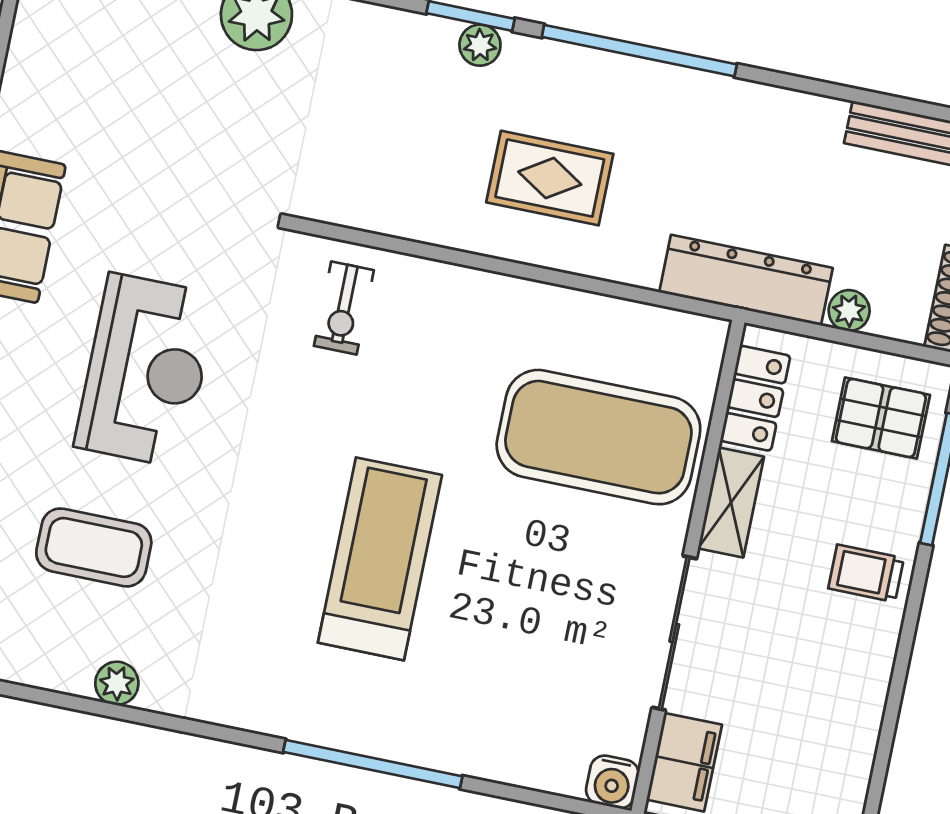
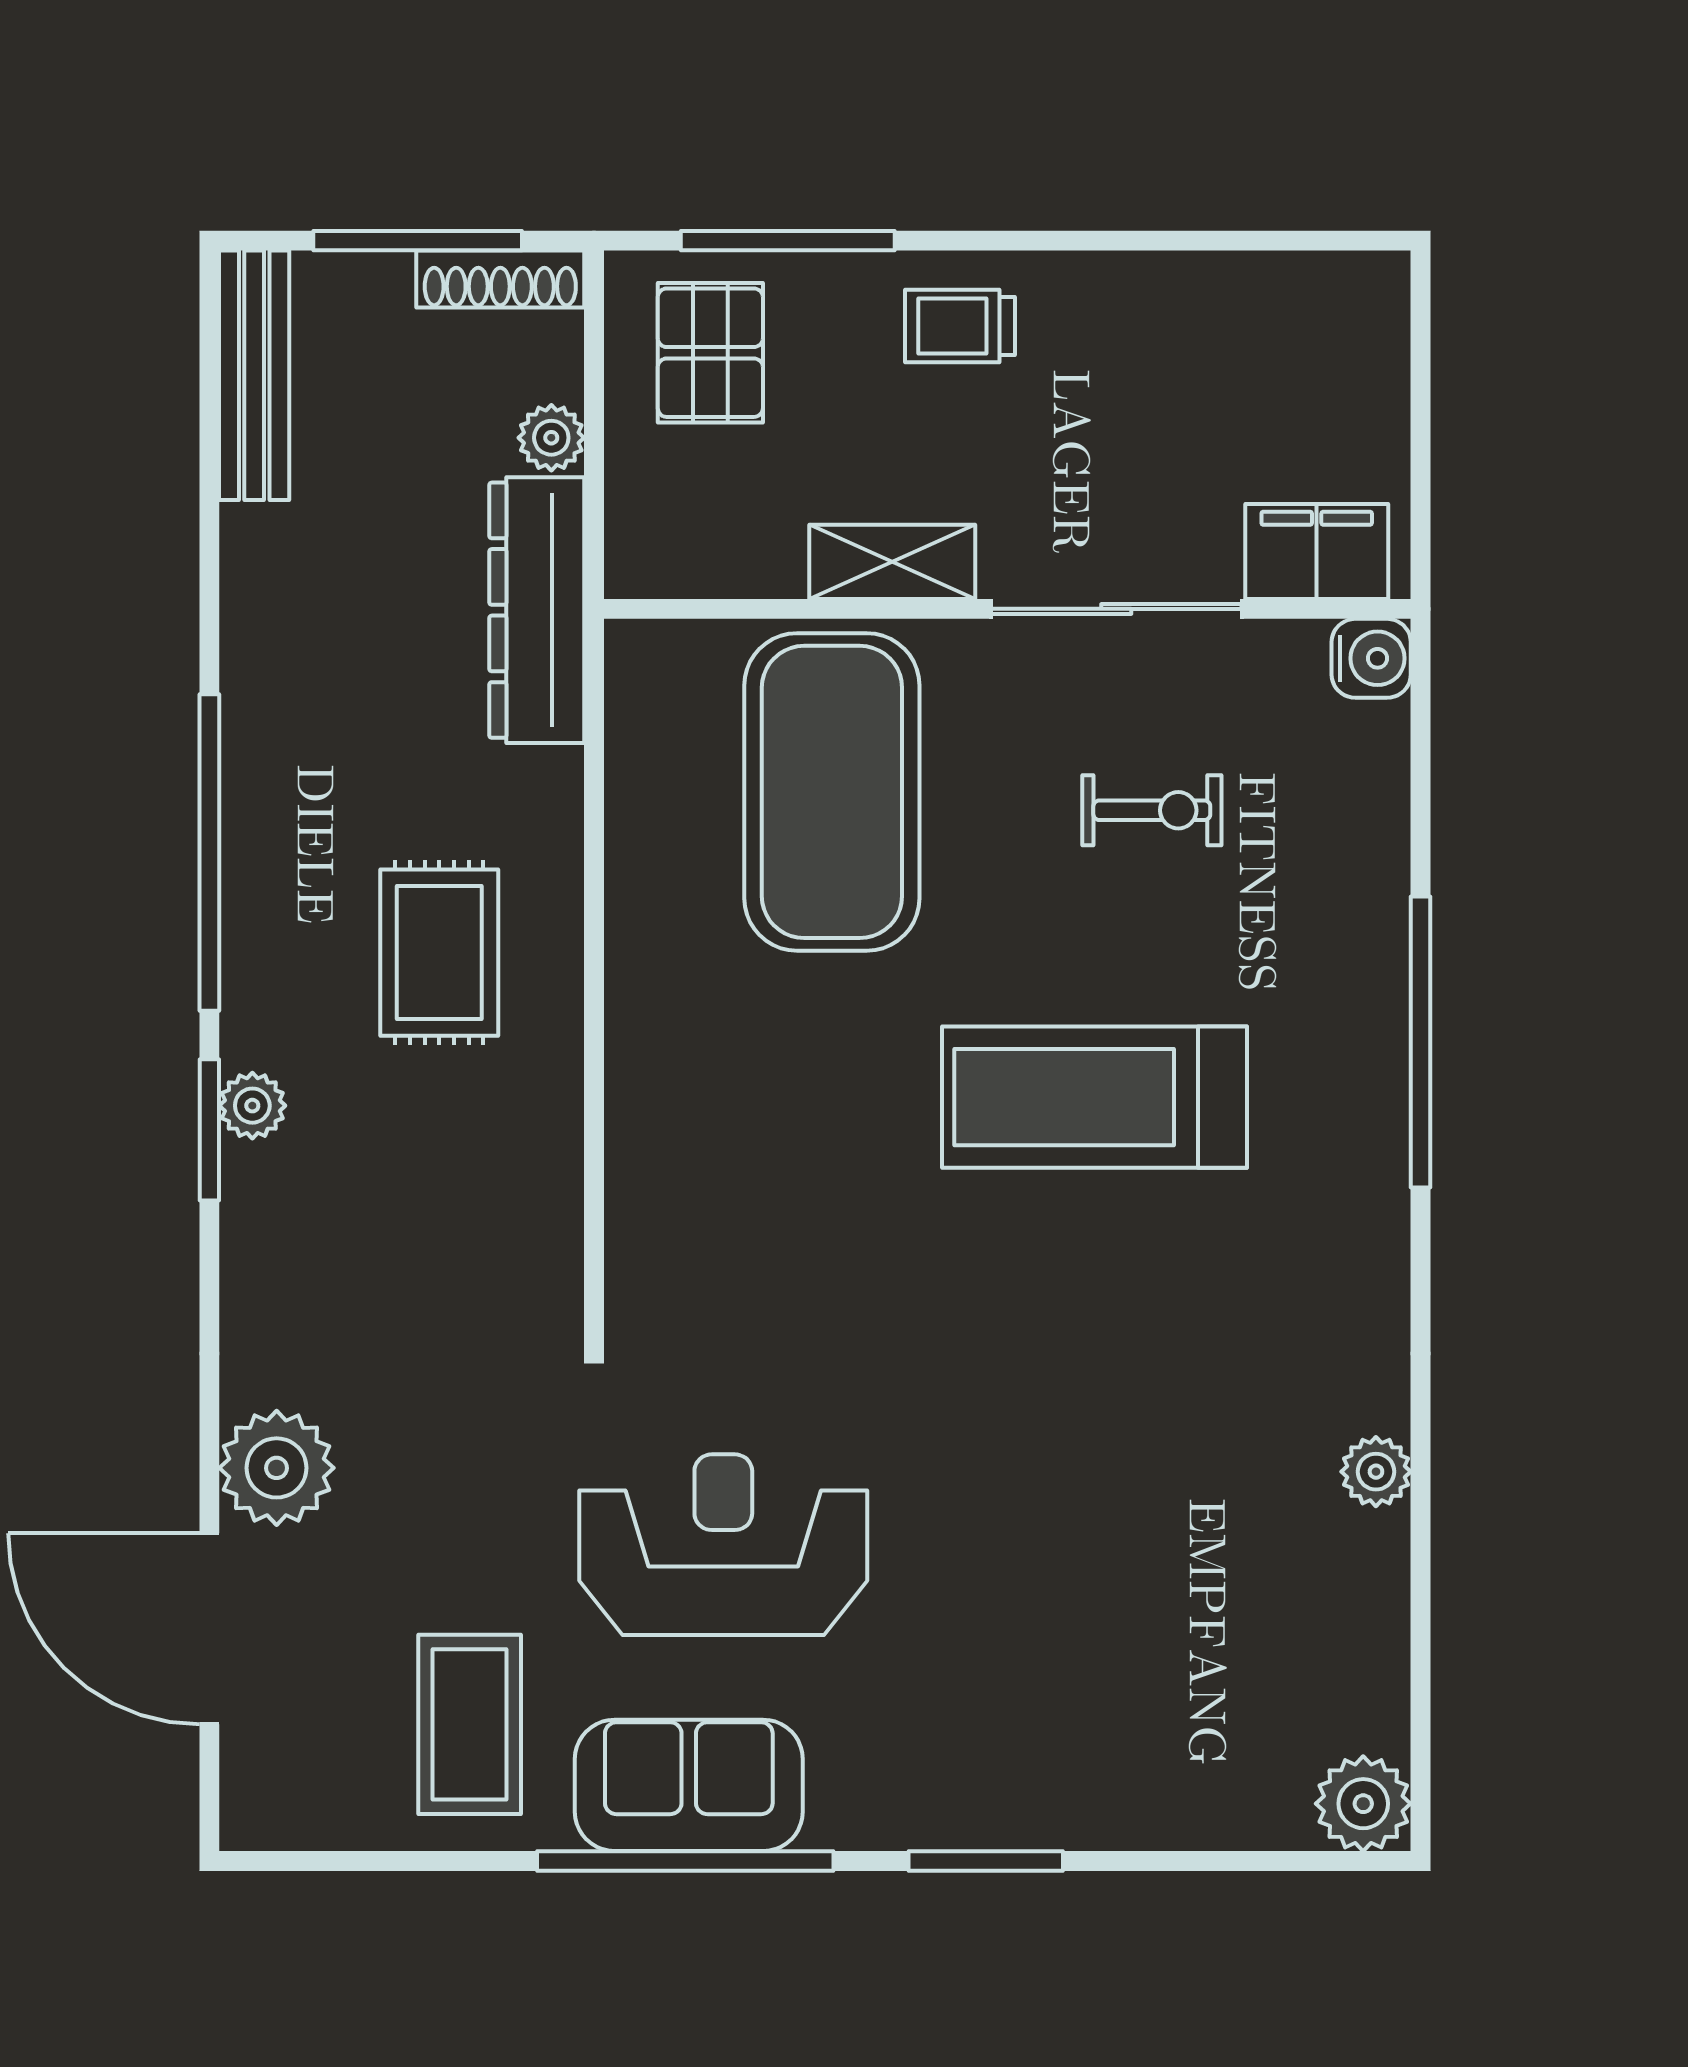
exercise bike: (344, 308) -> (1152, 810), moved
reception desk: (146, 370) -> (723, 1545), moved
locker: (755, 398) -> (720, 557), removed
coffee table: (94, 547) -> (470, 1724), moved
trolley: (866, 573) -> (960, 326), turned 90

